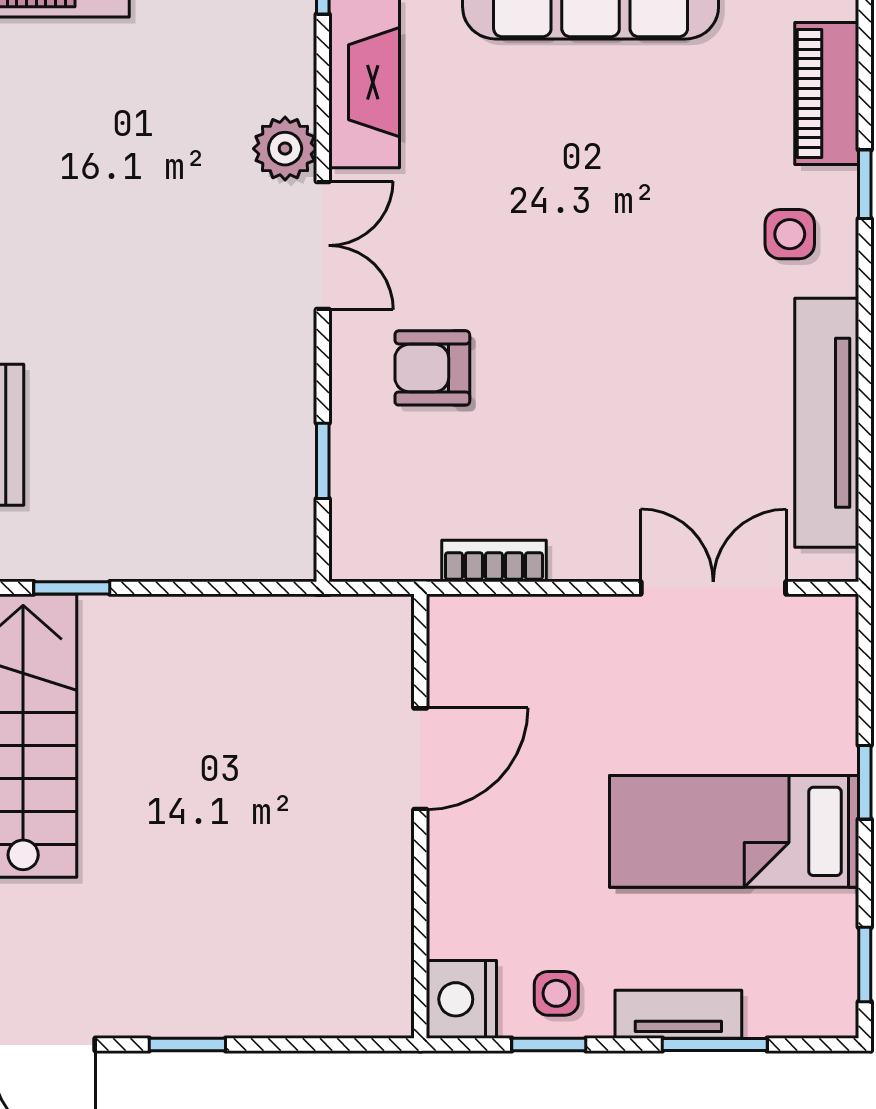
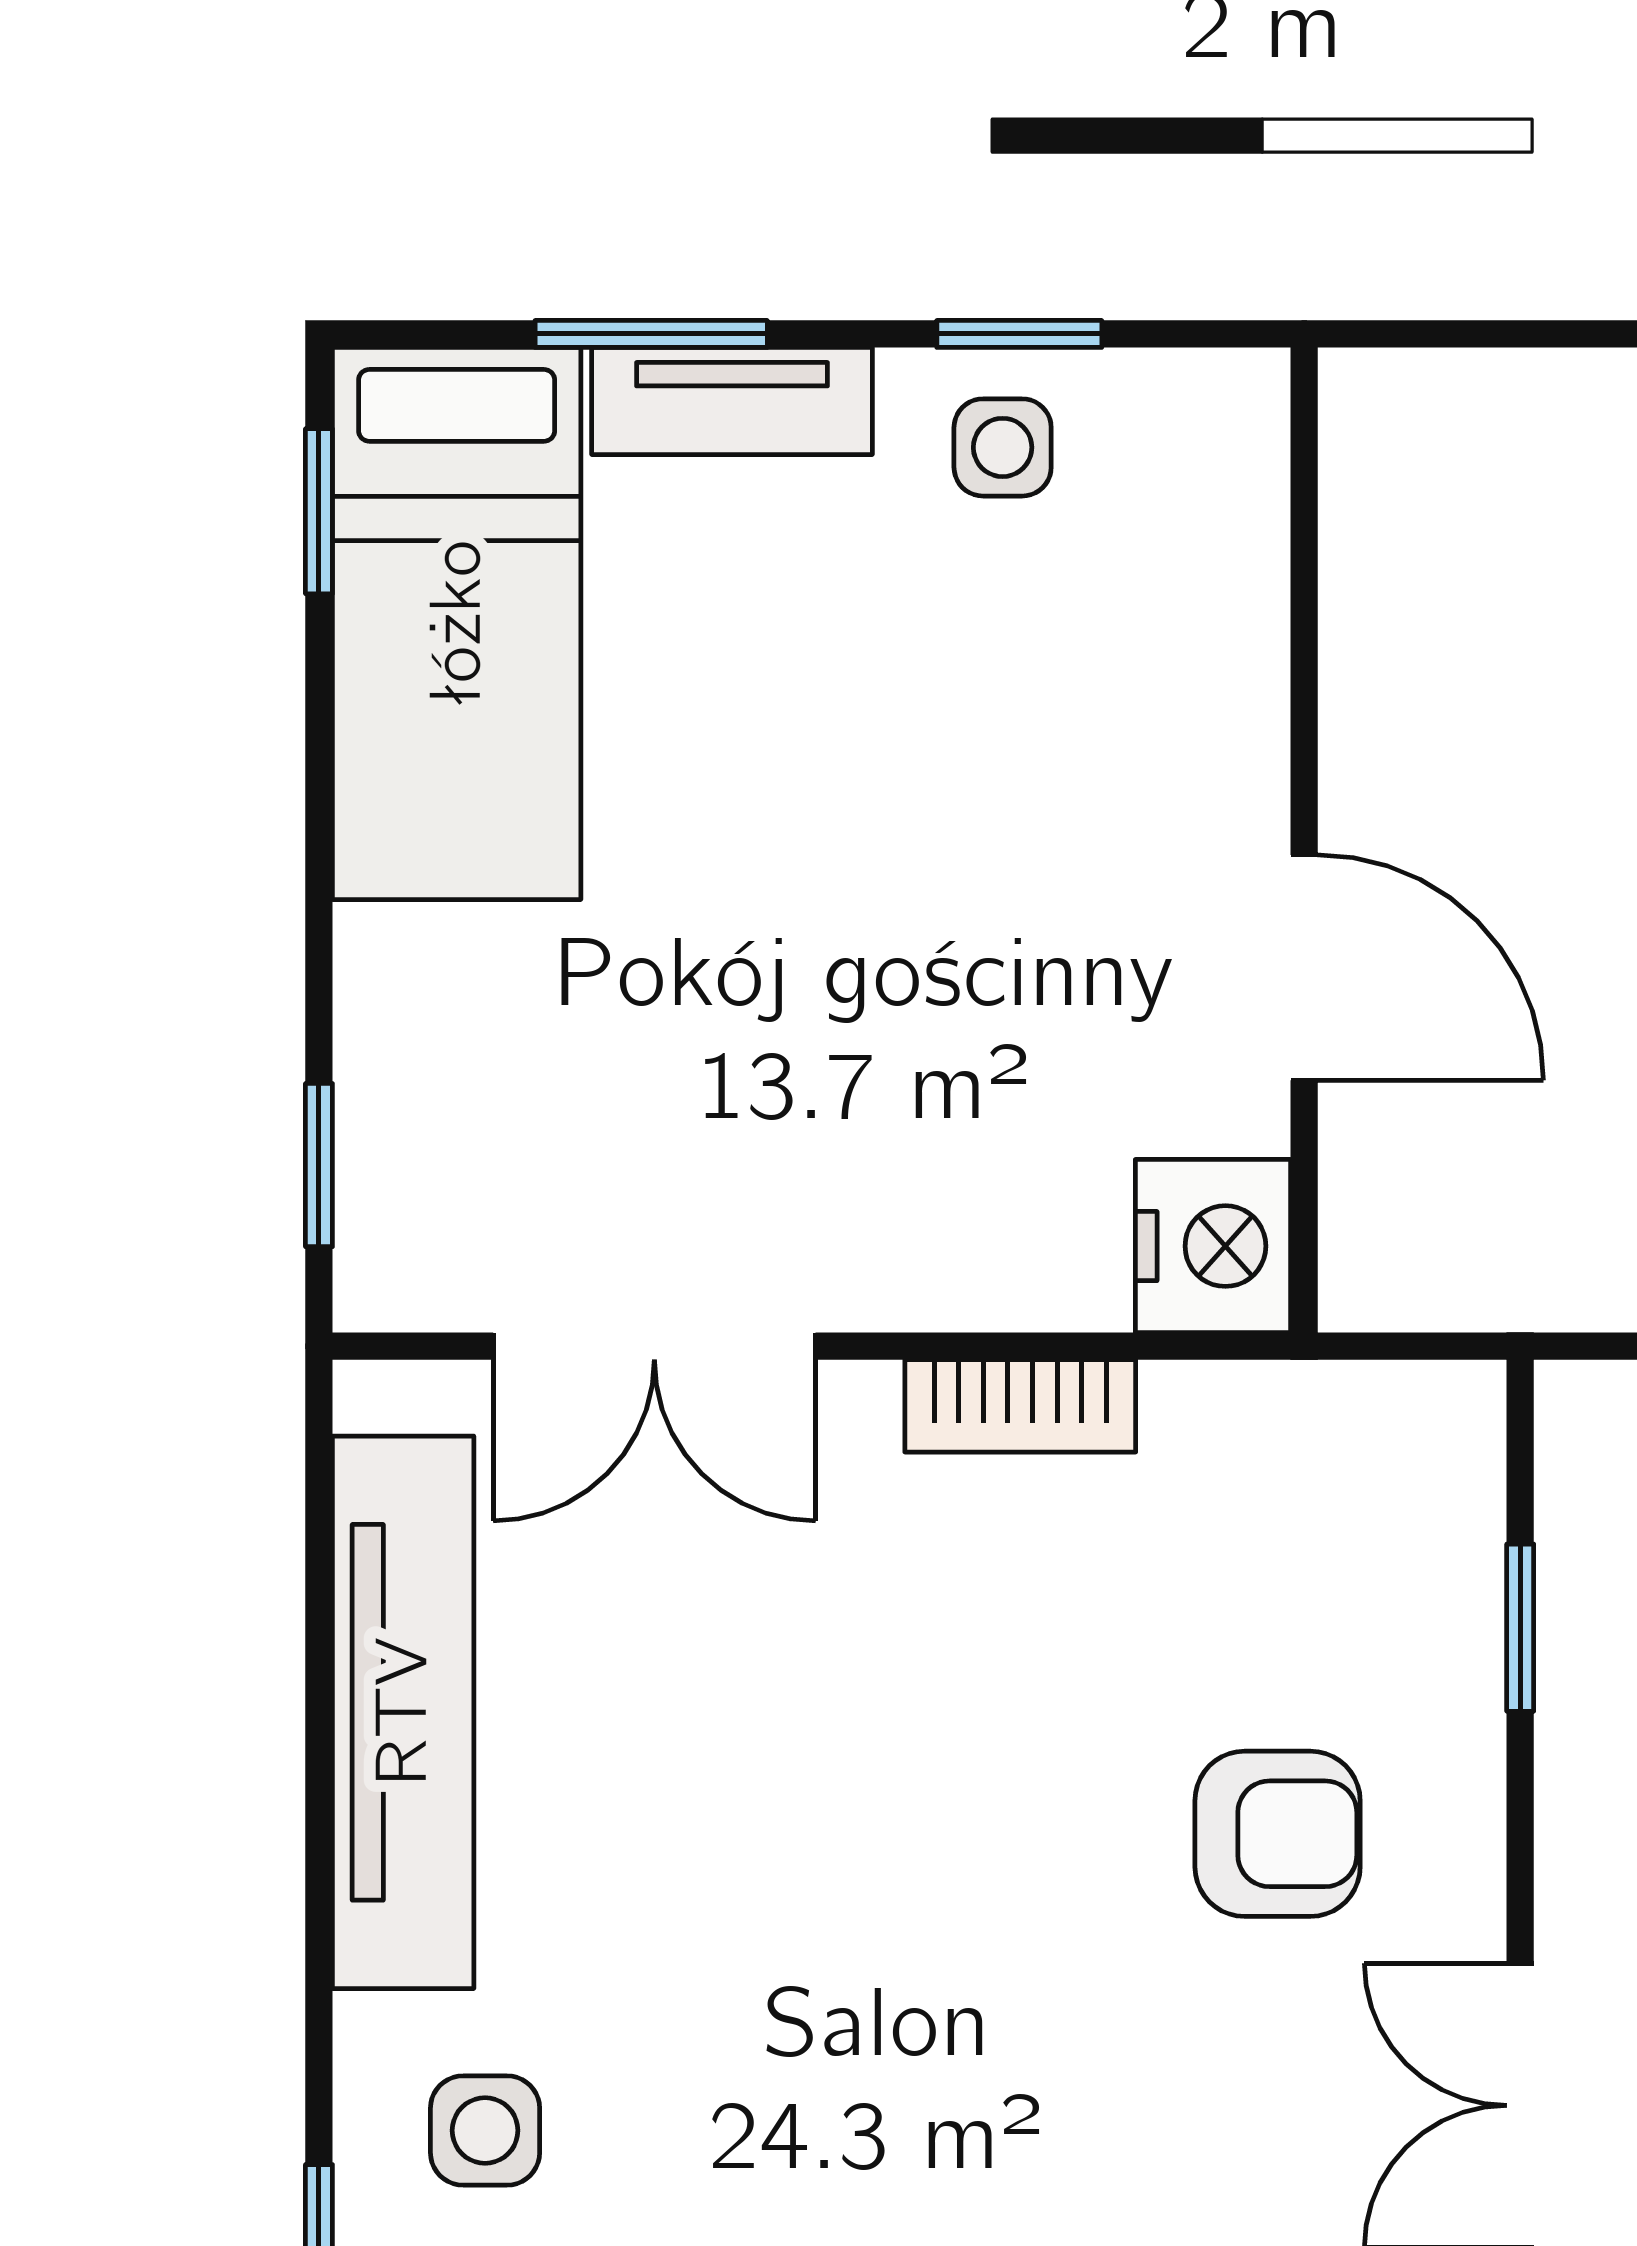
bookcase: (494, 561) -> (1020, 1406), moved
door: (420, 759) -> (1304, 968), swing flipped
window: (865, 782) -> (319, 1165), moved
bed: (734, 831) -> (457, 623), moved, turned 90
nightstand: (461, 999) -> (1213, 1246), moved

